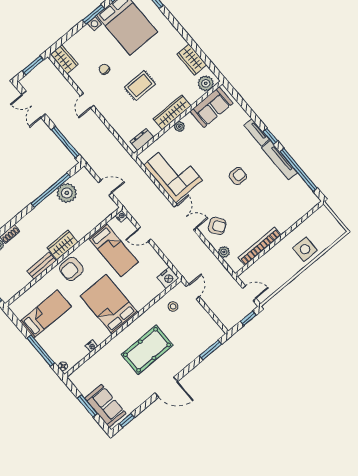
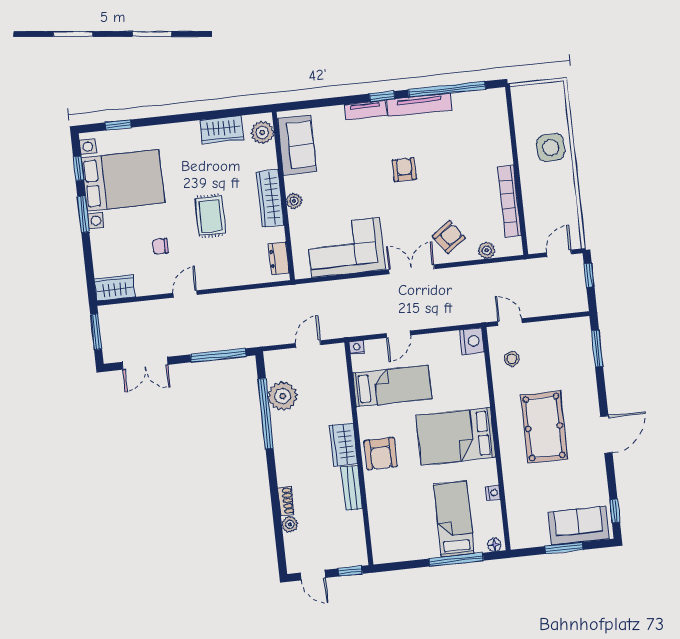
door: (87, 101) -> (185, 294), swing flipped
bed: (46, 314) -> (454, 519), moved

